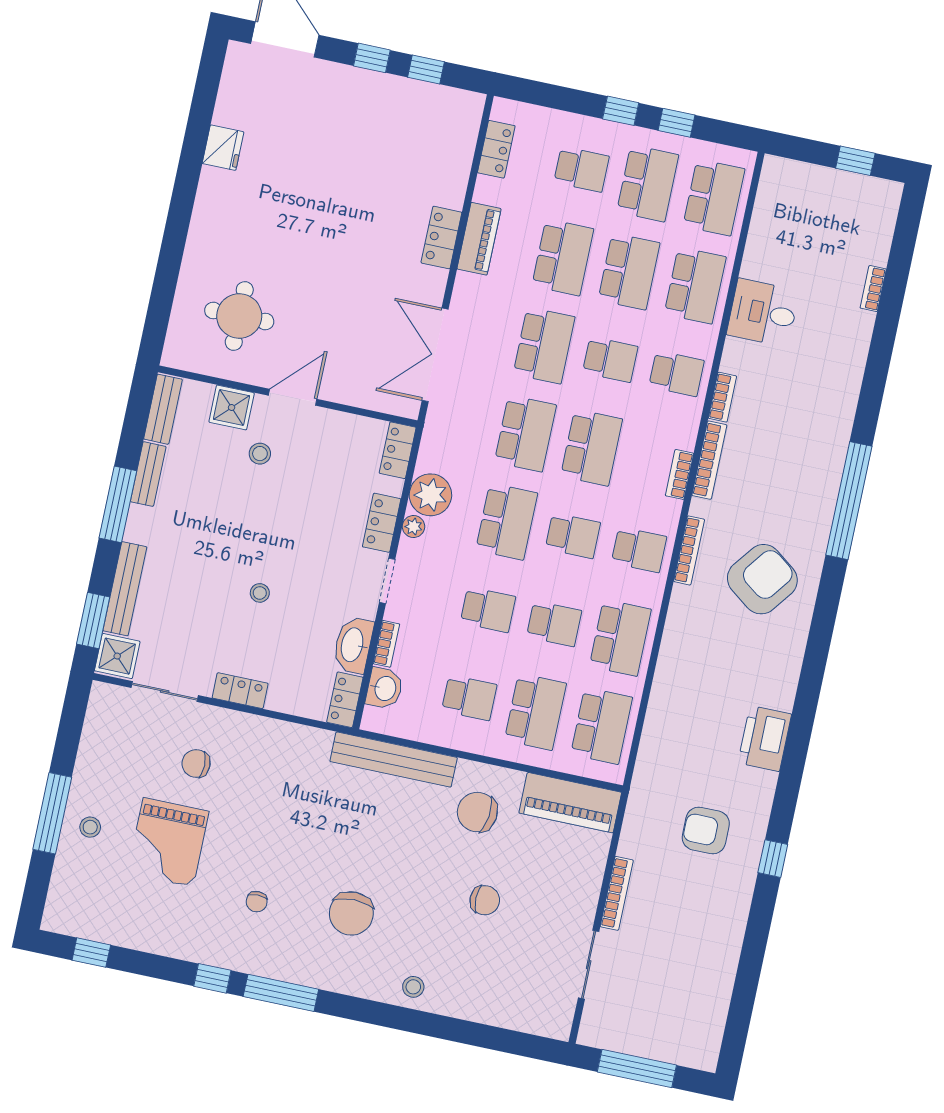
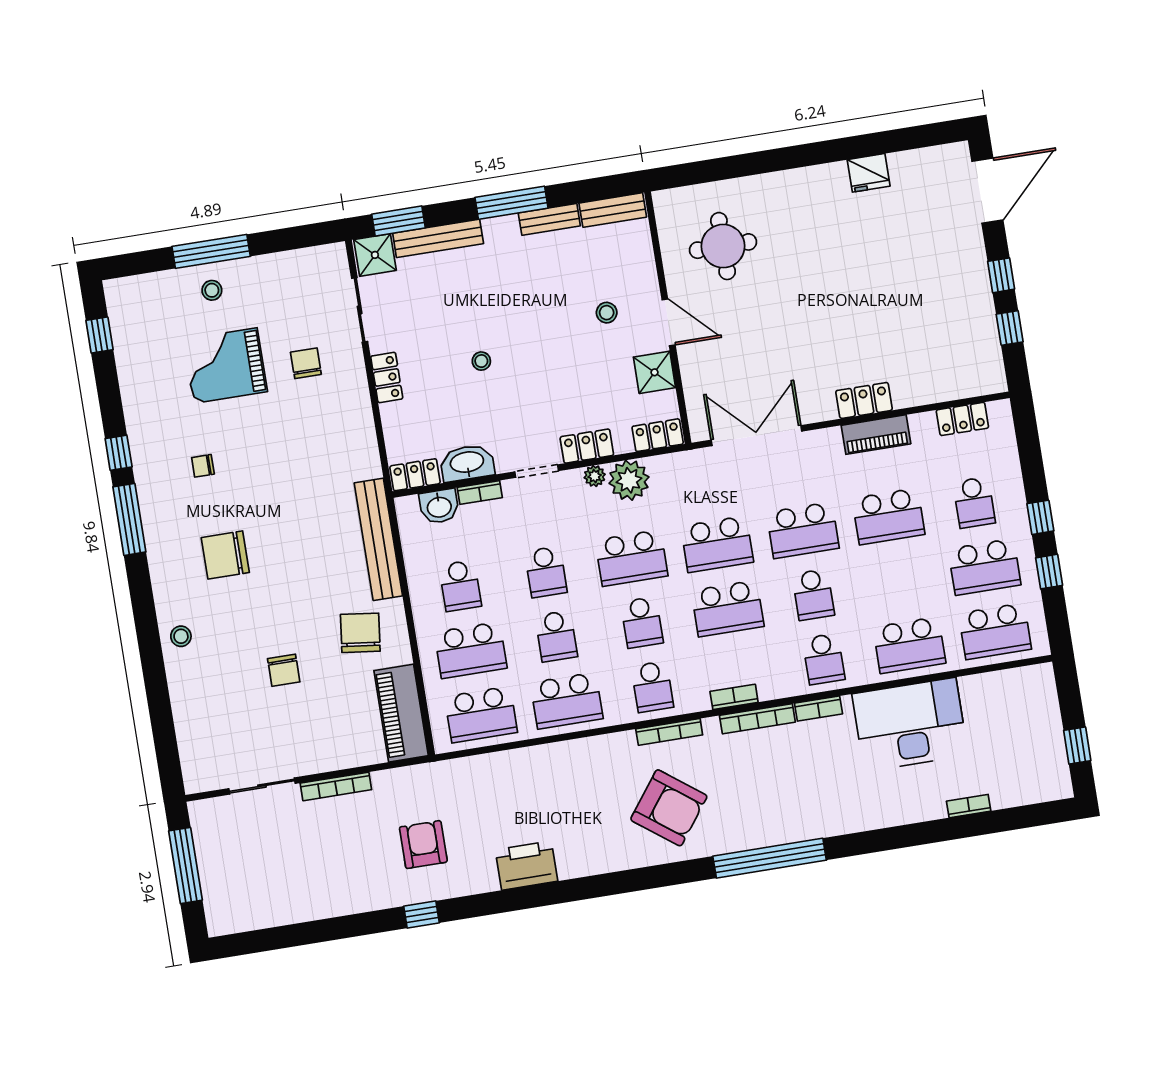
school desk: (629, 271) -> (899, 581), removed
desk: (763, 313) -> (910, 725), width x1.87, depth x1.30
shower: (232, 407) -> (655, 372), moved

